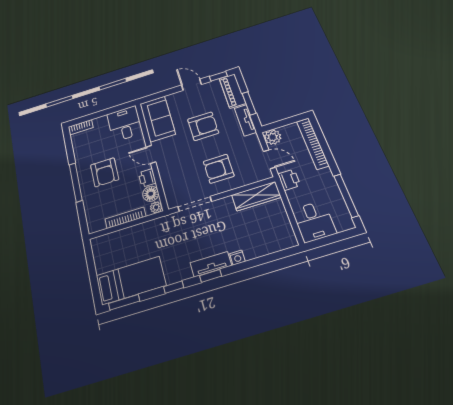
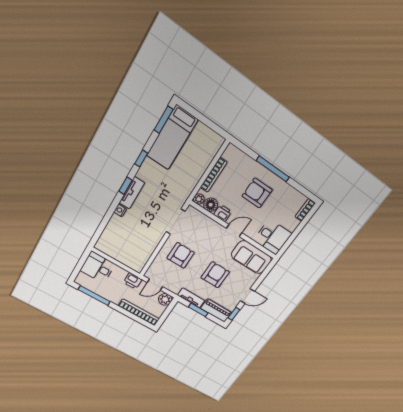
armchair: (203, 126) -> (215, 275), turned 180
wardrobe: (256, 196) -> (143, 256), removed

